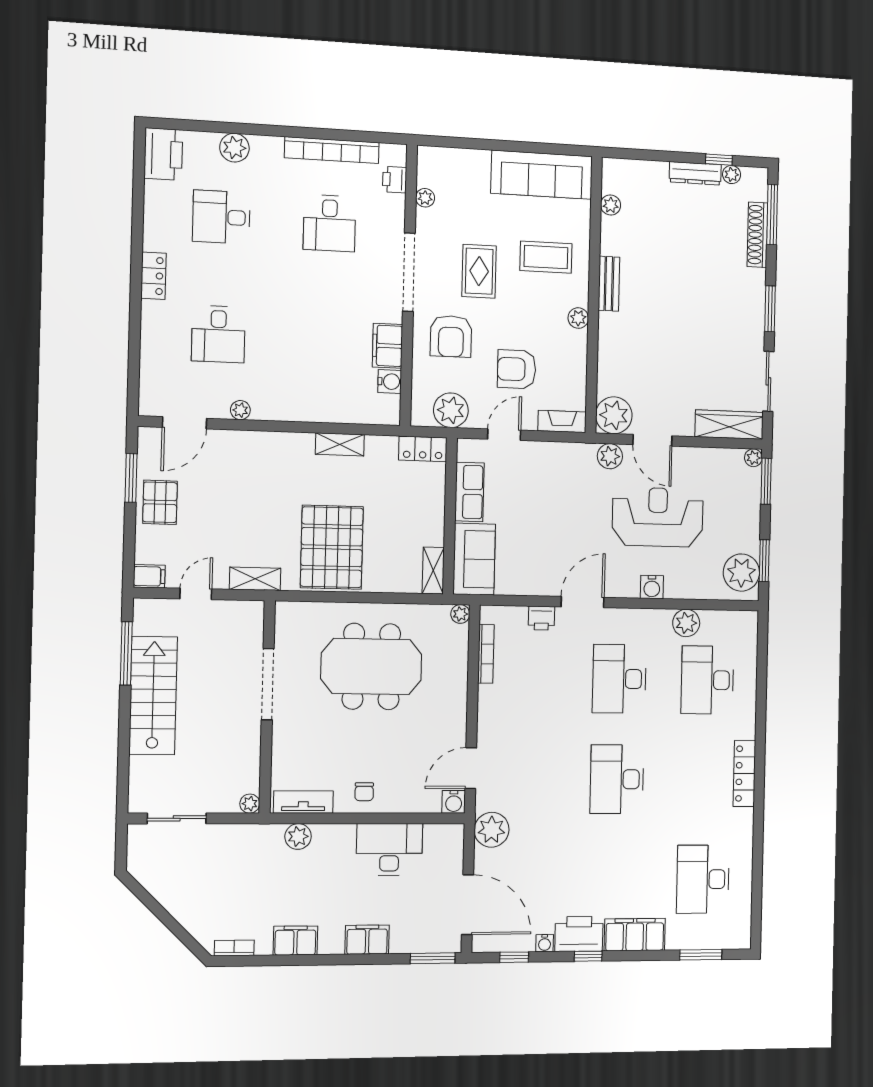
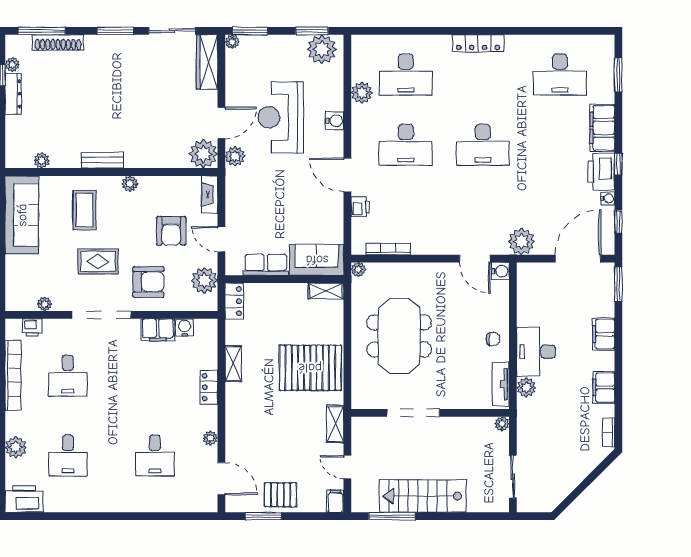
desk: (330, 223) -> (68, 376), turned 90
locker: (153, 276) -> (209, 387), moved, turned -90
desk: (218, 334) -> (155, 456), turned 90
desk: (389, 849) -> (536, 352), moved

